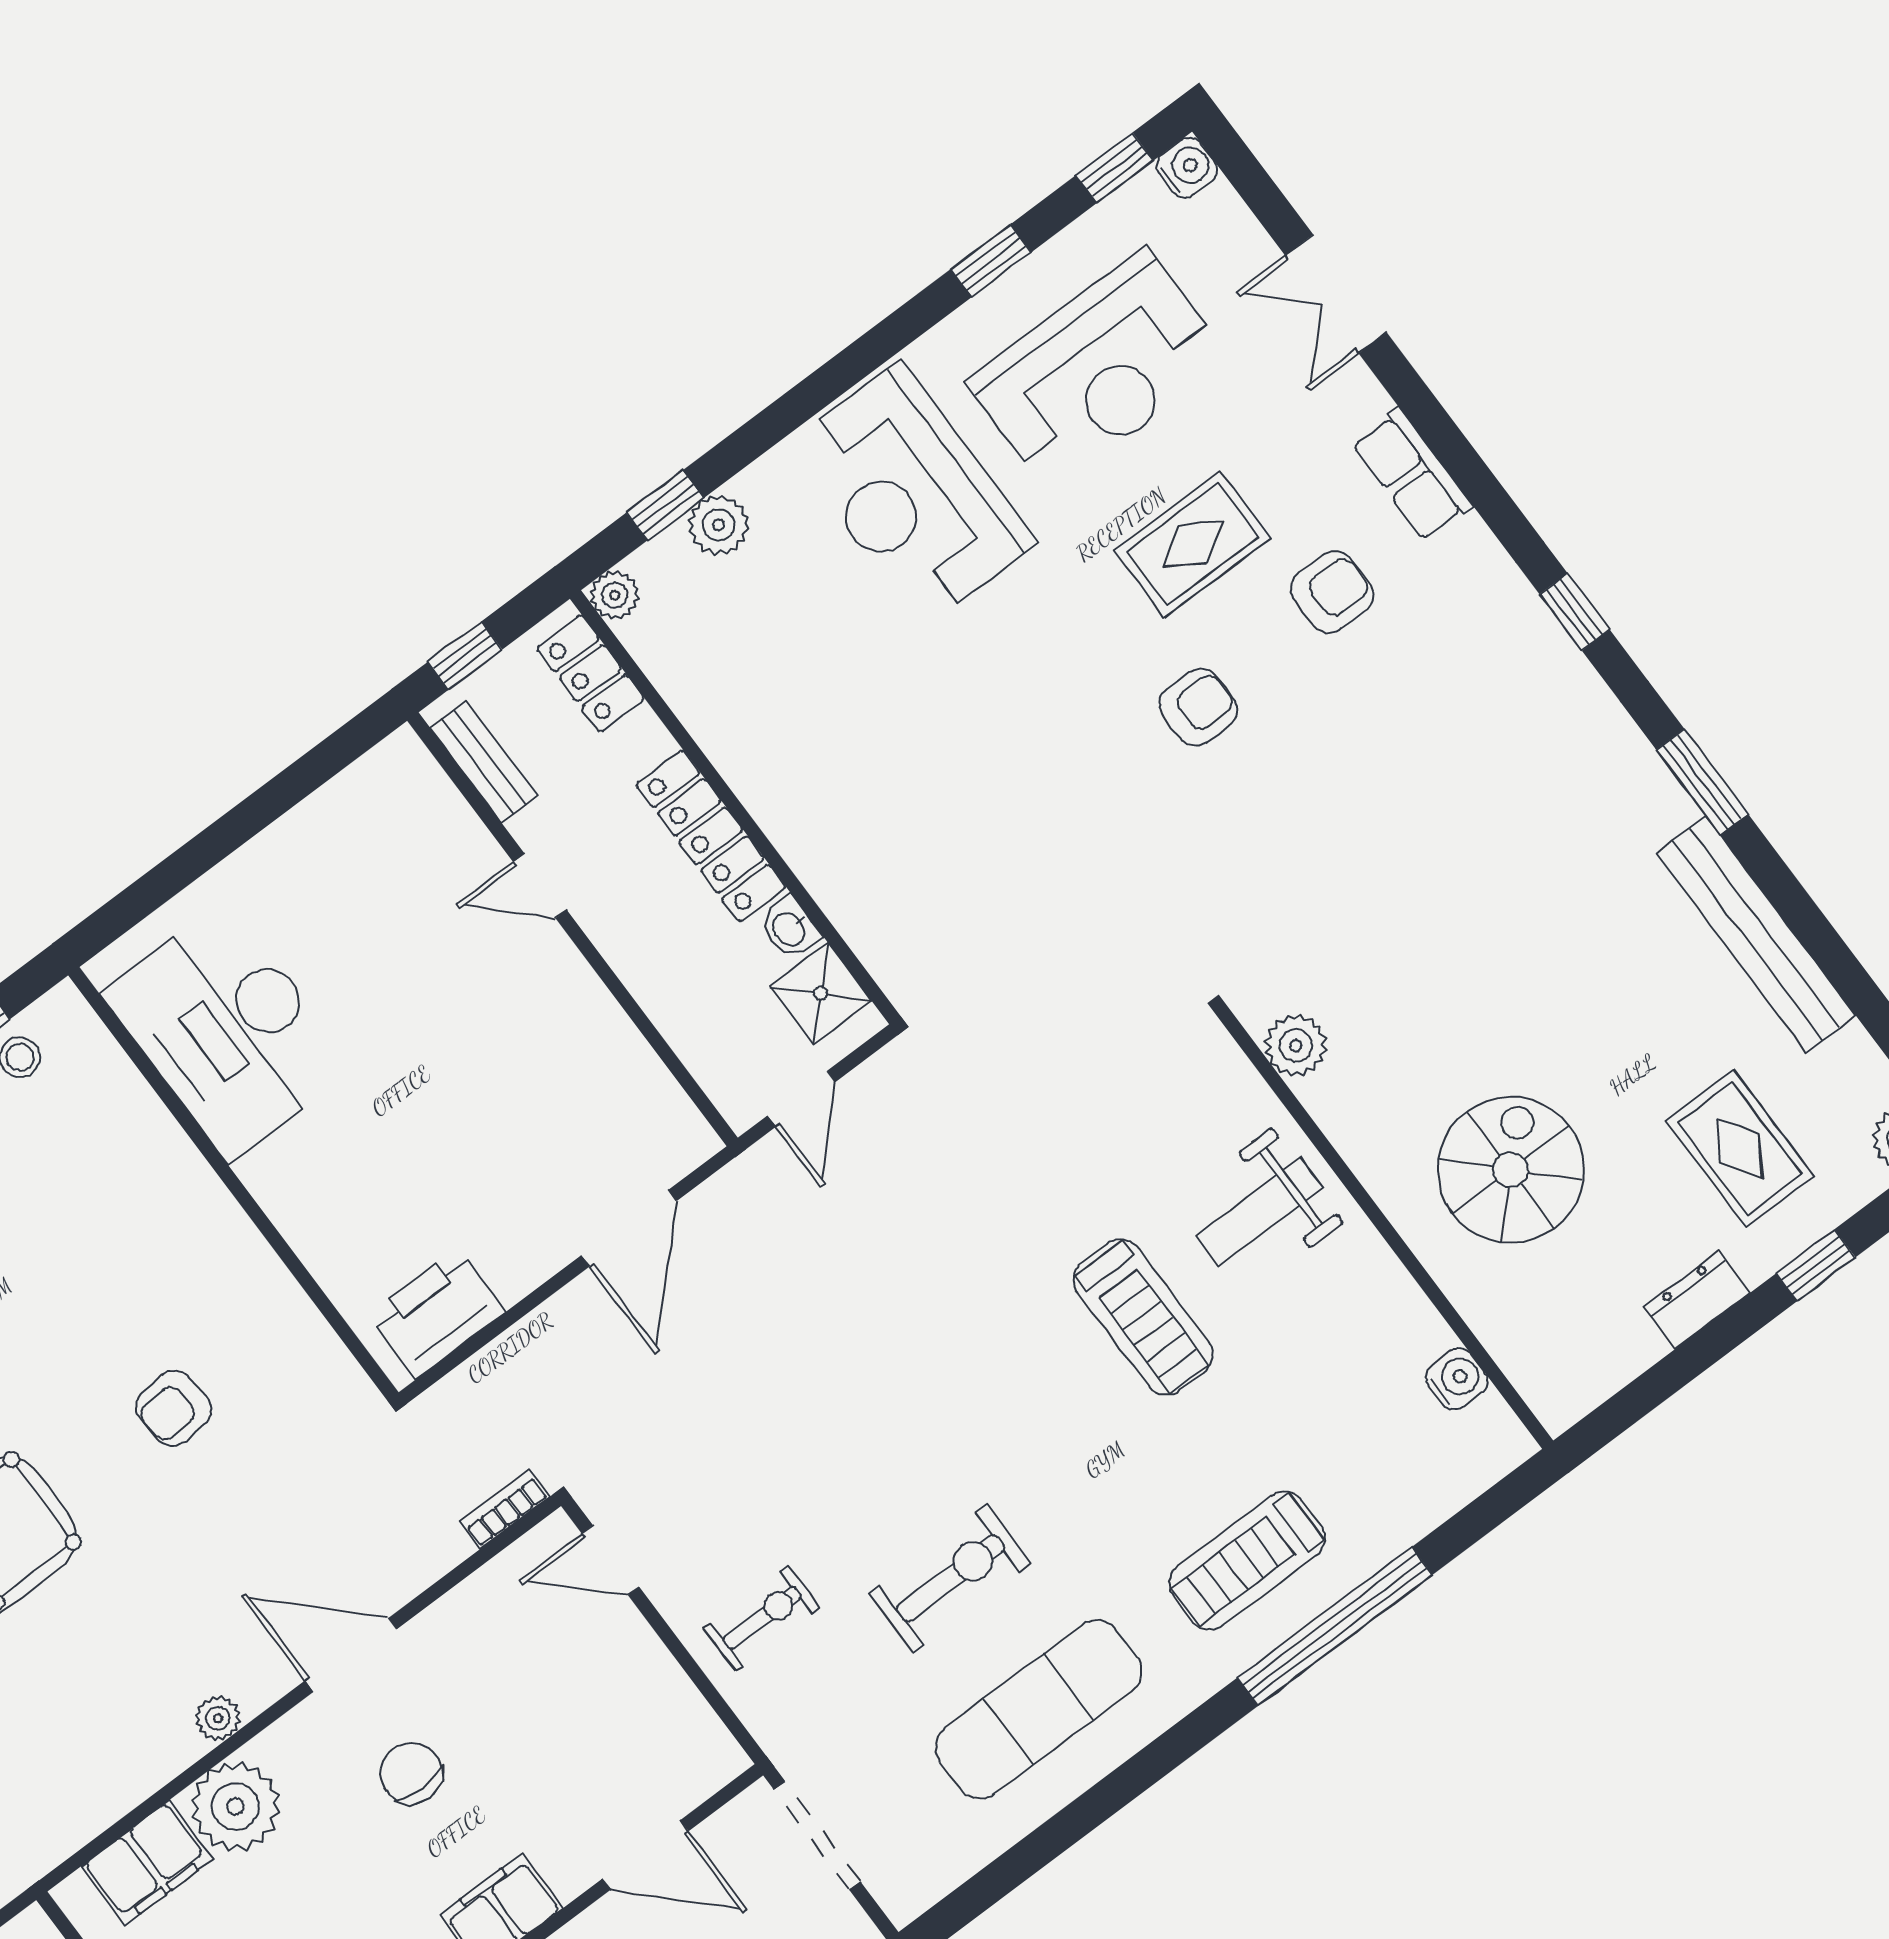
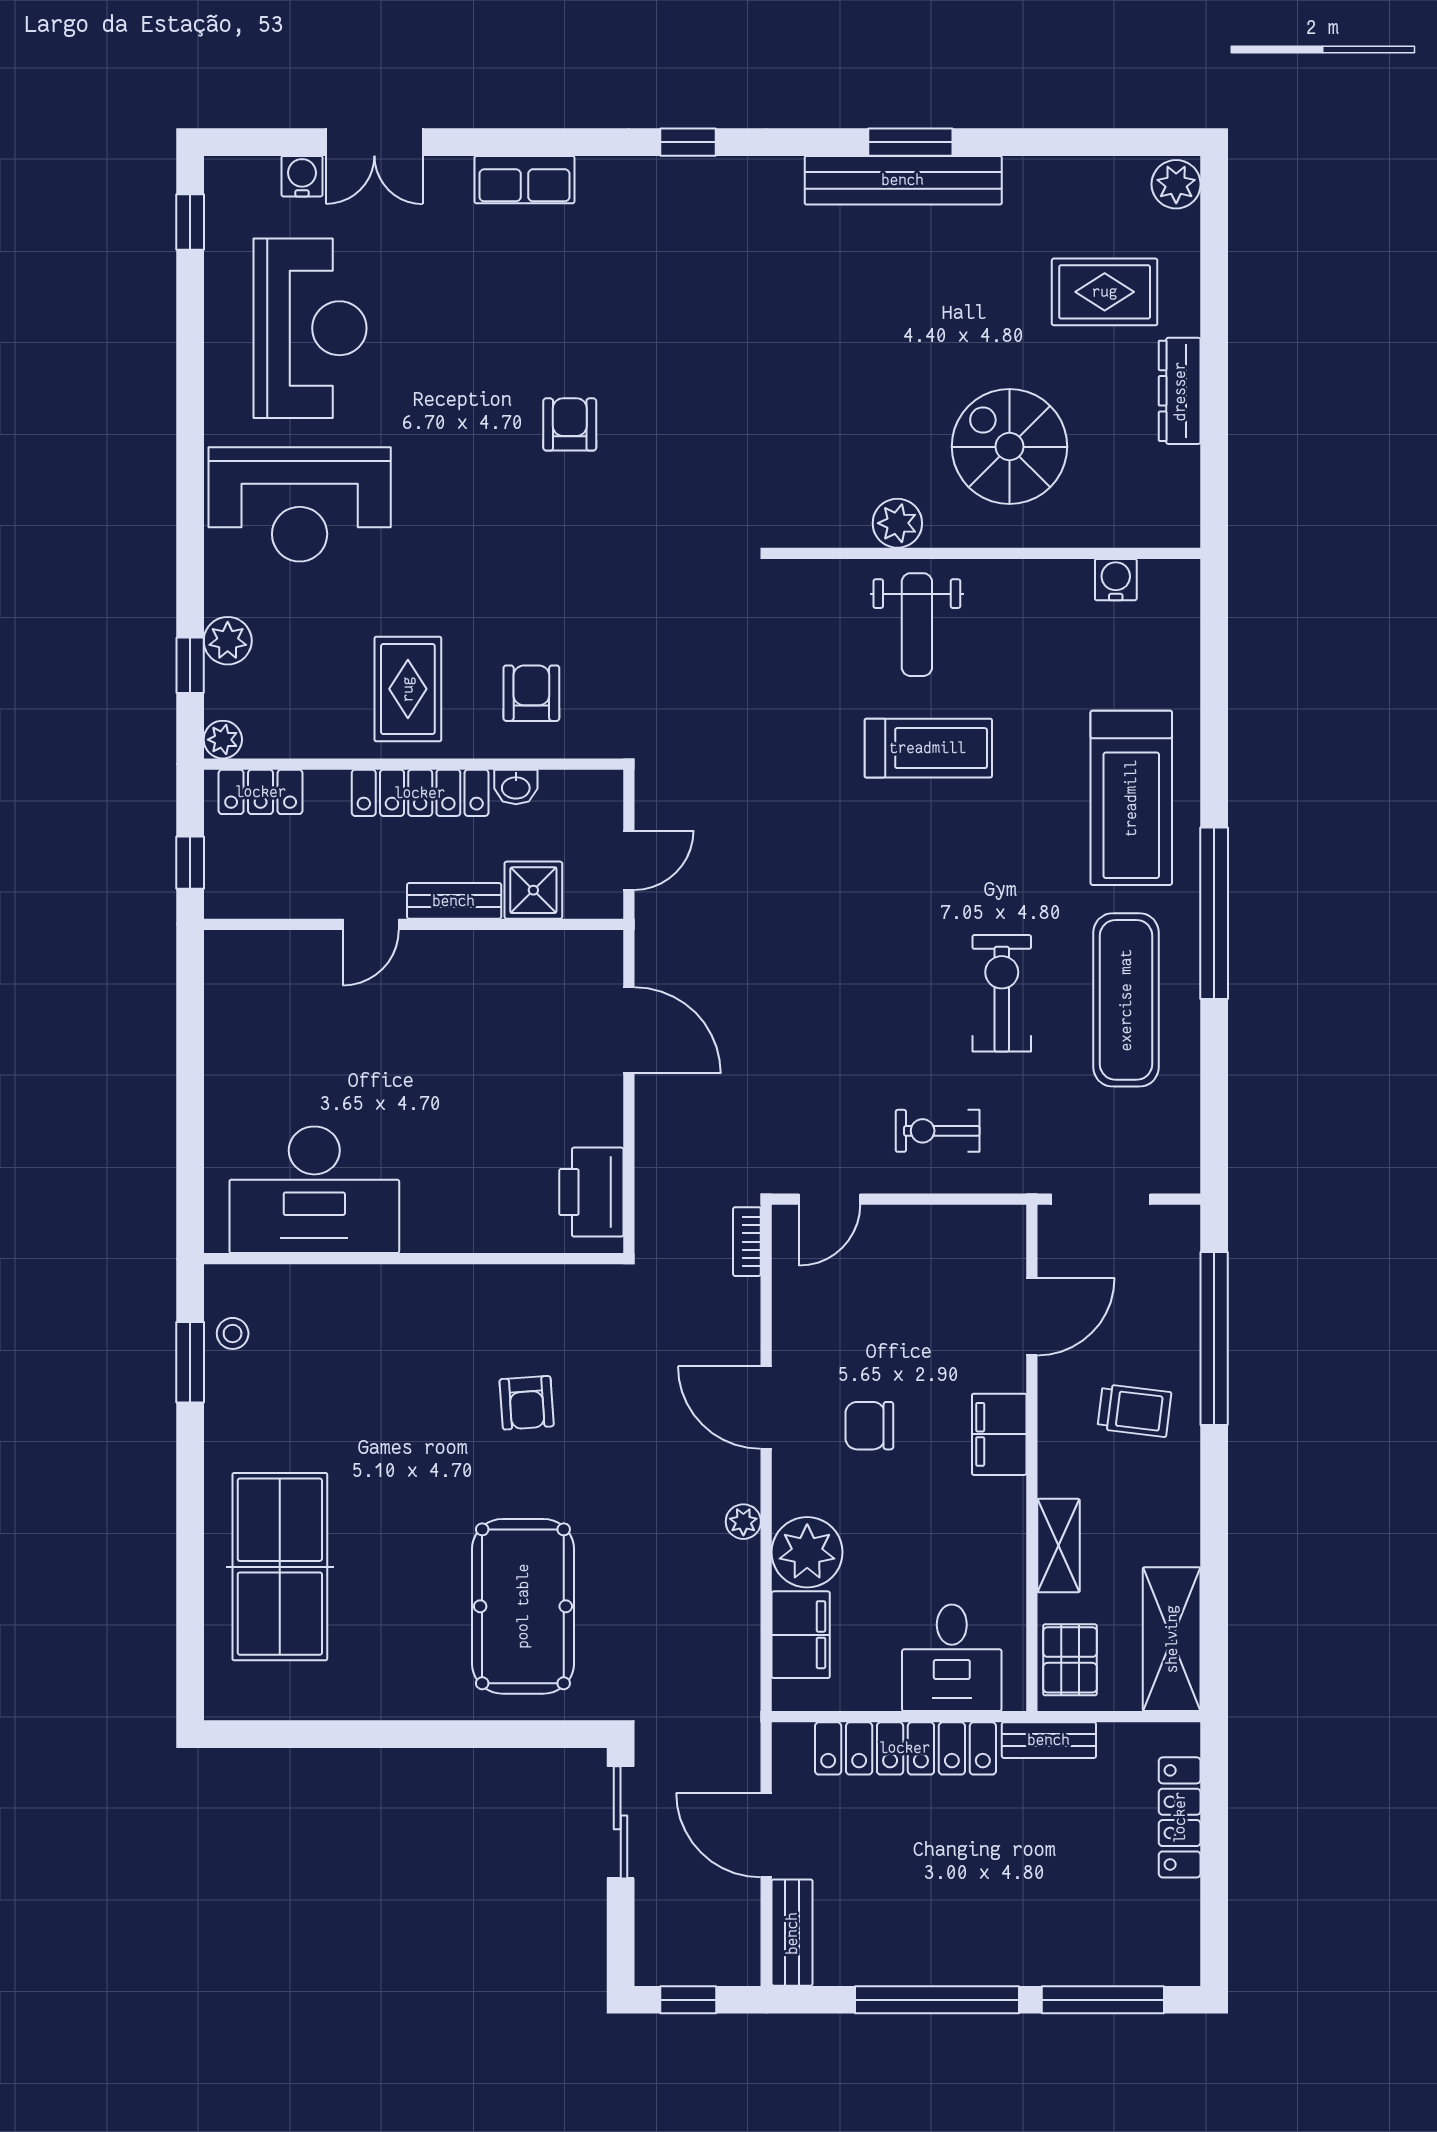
water cooler: (1187, 168) -> (302, 176), moved
window: (991, 261) -> (190, 344), removed
rug: (1192, 544) -> (408, 689), moved
armchair: (1332, 592) -> (531, 693), moved
bench: (484, 762) -> (454, 901), moved
window: (1702, 782) -> (910, 142), moved
bench: (1756, 934) -> (903, 180), moved
shower: (821, 993) -> (533, 890), moved
plant: (1296, 1046) -> (897, 523), moved
door: (801, 1099) -> (629, 860), hinge flipped
window: (1816, 1265) -> (1214, 299), removed
dresser: (1697, 1300) -> (1180, 391), width x1.44
treadmill: (1247, 1561) -> (1131, 798), width x1.37, depth x1.38
exercise bike: (762, 1618) -> (938, 1131), turned -90
window: (1335, 1626) -> (1214, 913), moved
door: (351, 1655) -> (766, 1408), hinge flipped

